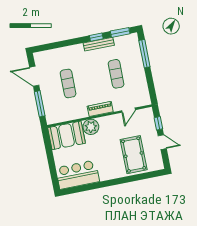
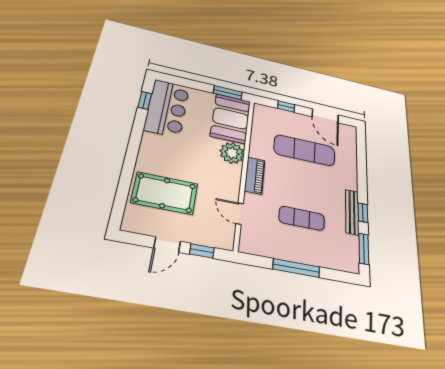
window: (144, 54) -> (296, 268), moved
door: (34, 76) -> (325, 116), swing flipped
exercise mat: (68, 83) -> (305, 150), width x1.36, depth x1.45
window: (40, 104) -> (286, 107), width x0.46
window: (48, 143) -> (228, 93), added
window: (79, 189) -> (145, 101), added

